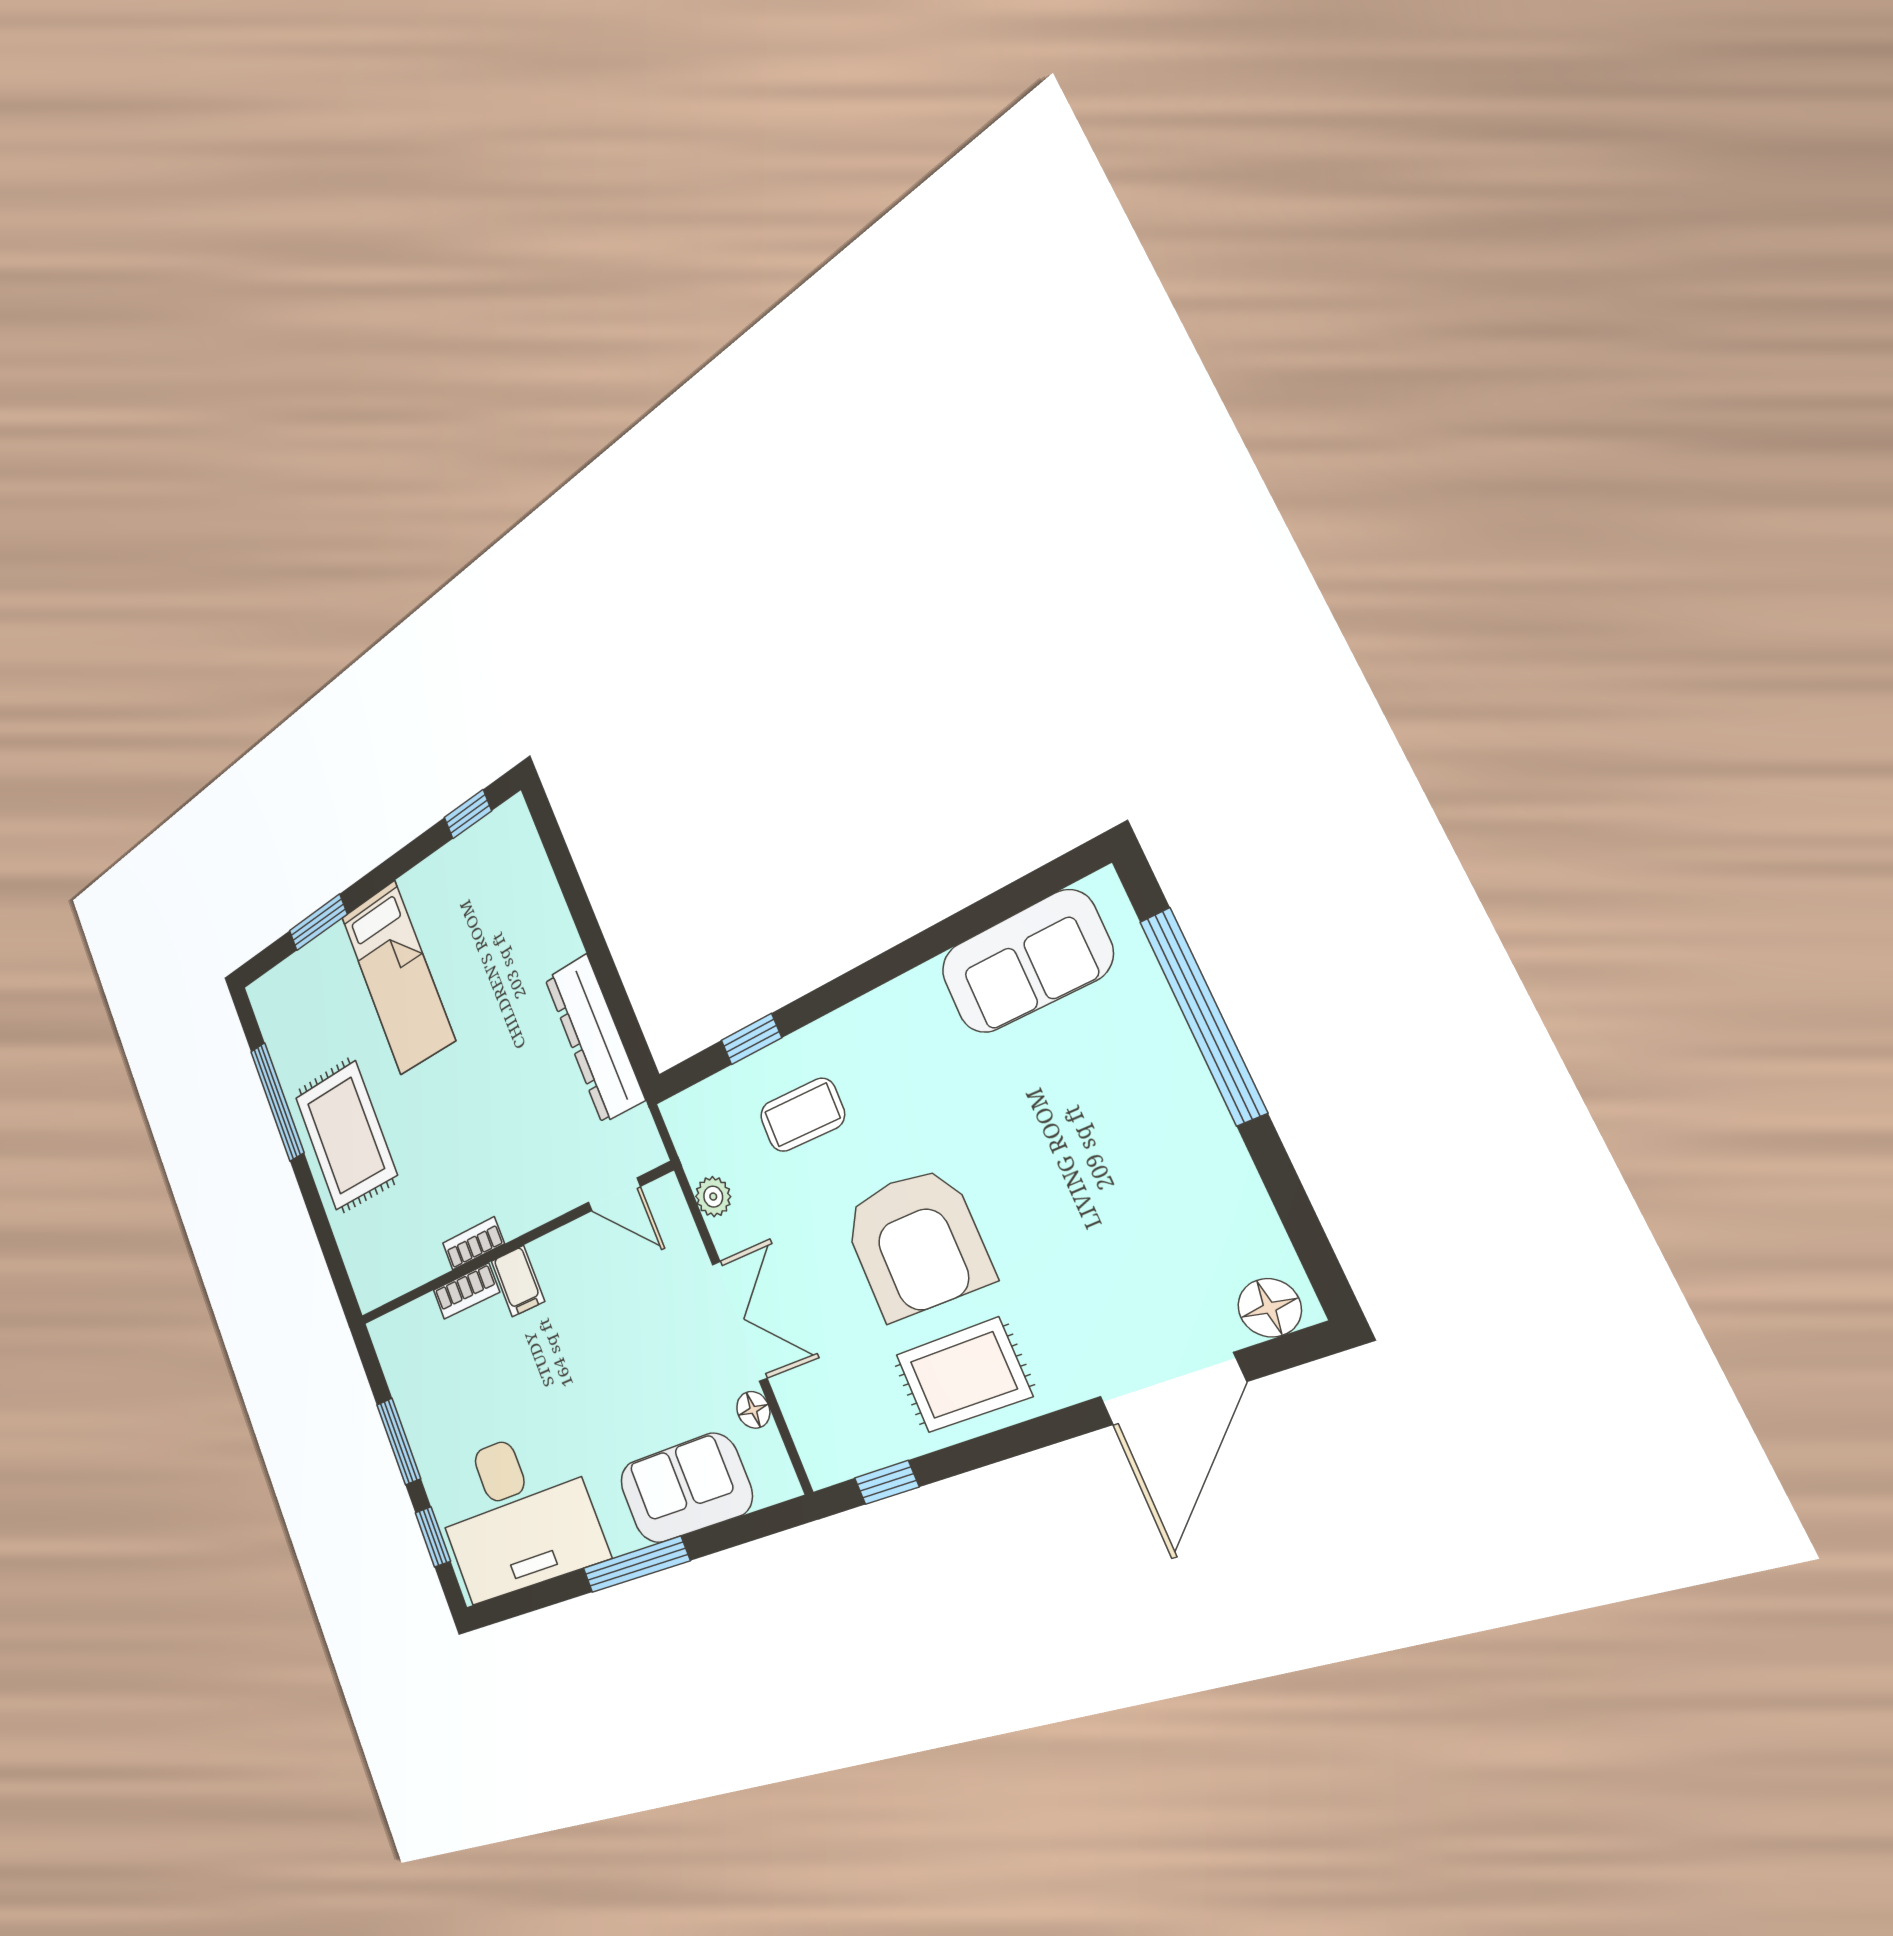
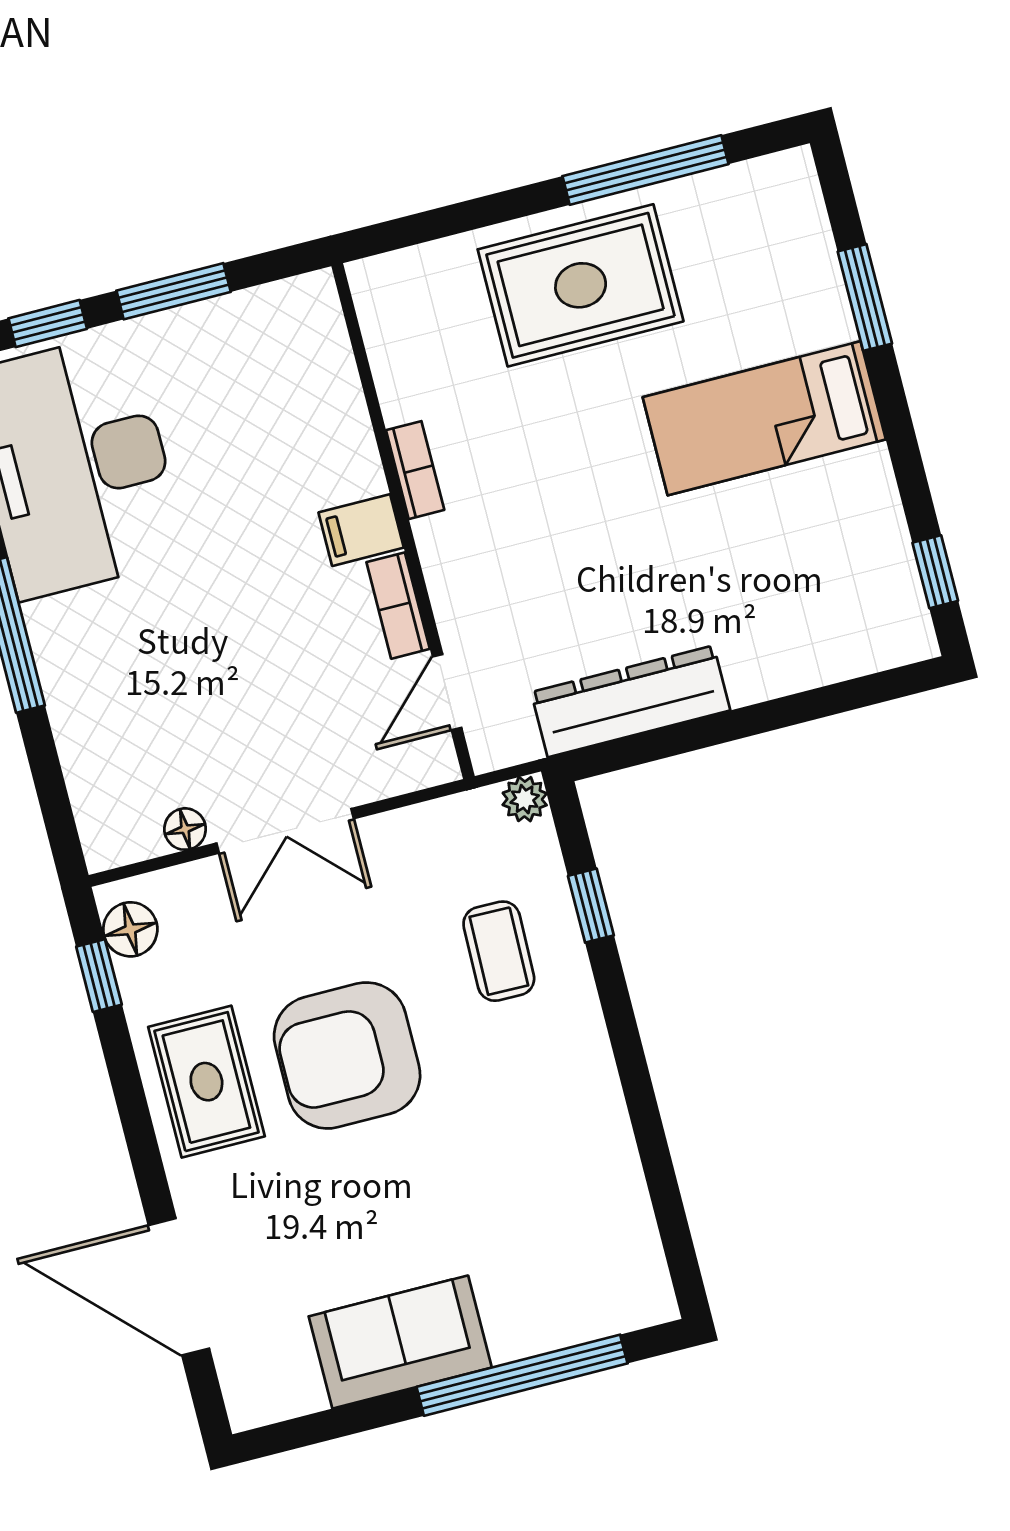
sofa: (1026, 962) -> (400, 1342), moved, turned 90
plant: (713, 1197) -> (525, 799), moved
bookcase: (466, 1291) -> (398, 606), moved
floor lamp: (1270, 1308) -> (130, 929), moved
sofa: (685, 1488) -> (100, 722), removed

